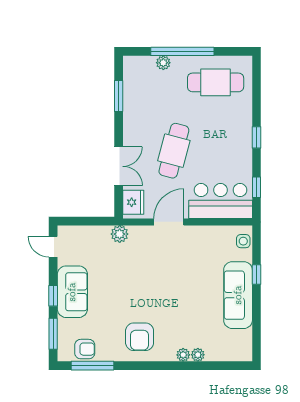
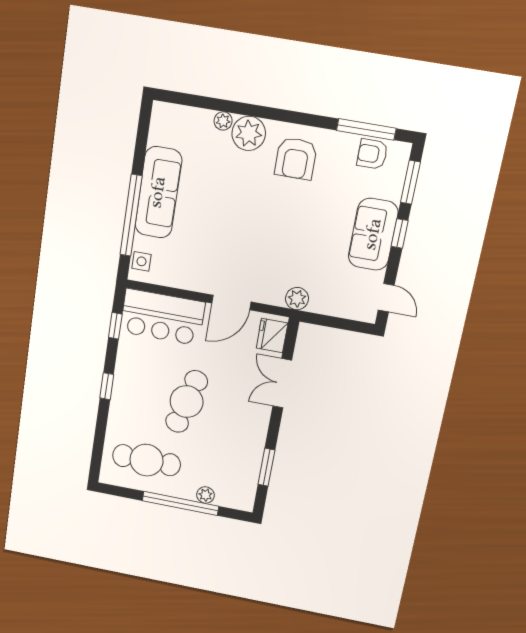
cafe table: (174, 151) -> (187, 402), moved
window: (256, 275) -> (131, 215), width x3.17
armchair: (140, 337) -> (296, 159), turned 180
plant: (183, 355) -> (249, 133), width x1.88, depth x1.88

